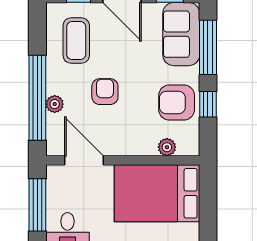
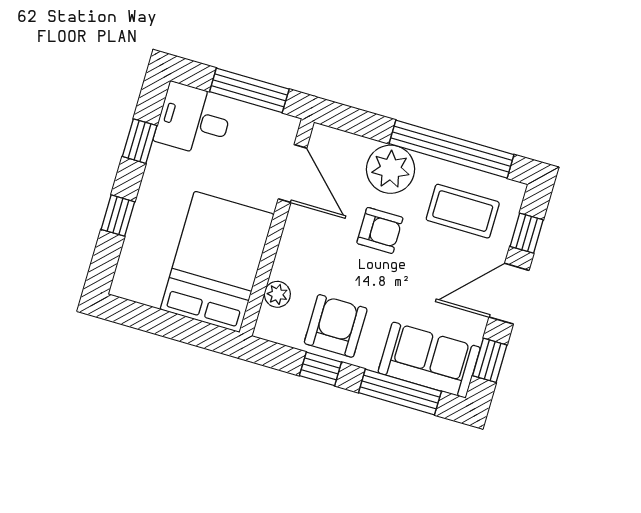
window: (37, 98) -> (451, 149), moved
plant: (55, 104) -> (391, 169), width x1.88, depth x1.88
door: (84, 160) -> (292, 173), hinge flipped

